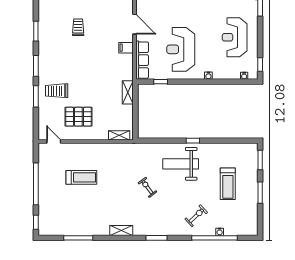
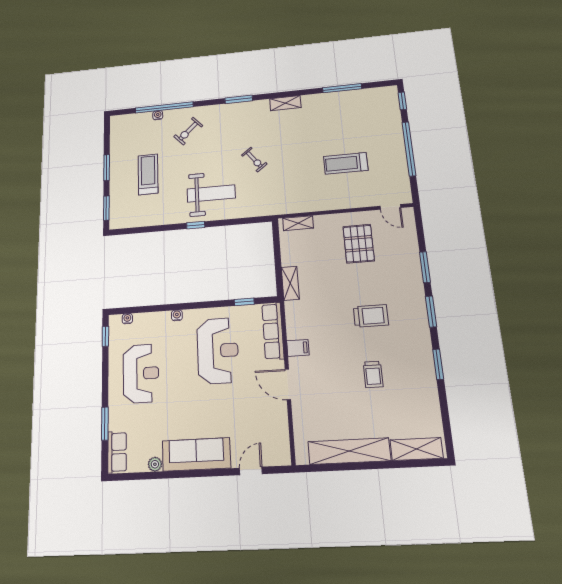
trolley: (57, 91) -> (371, 316), moved
pallet: (78, 117) -> (359, 244), turned 90

